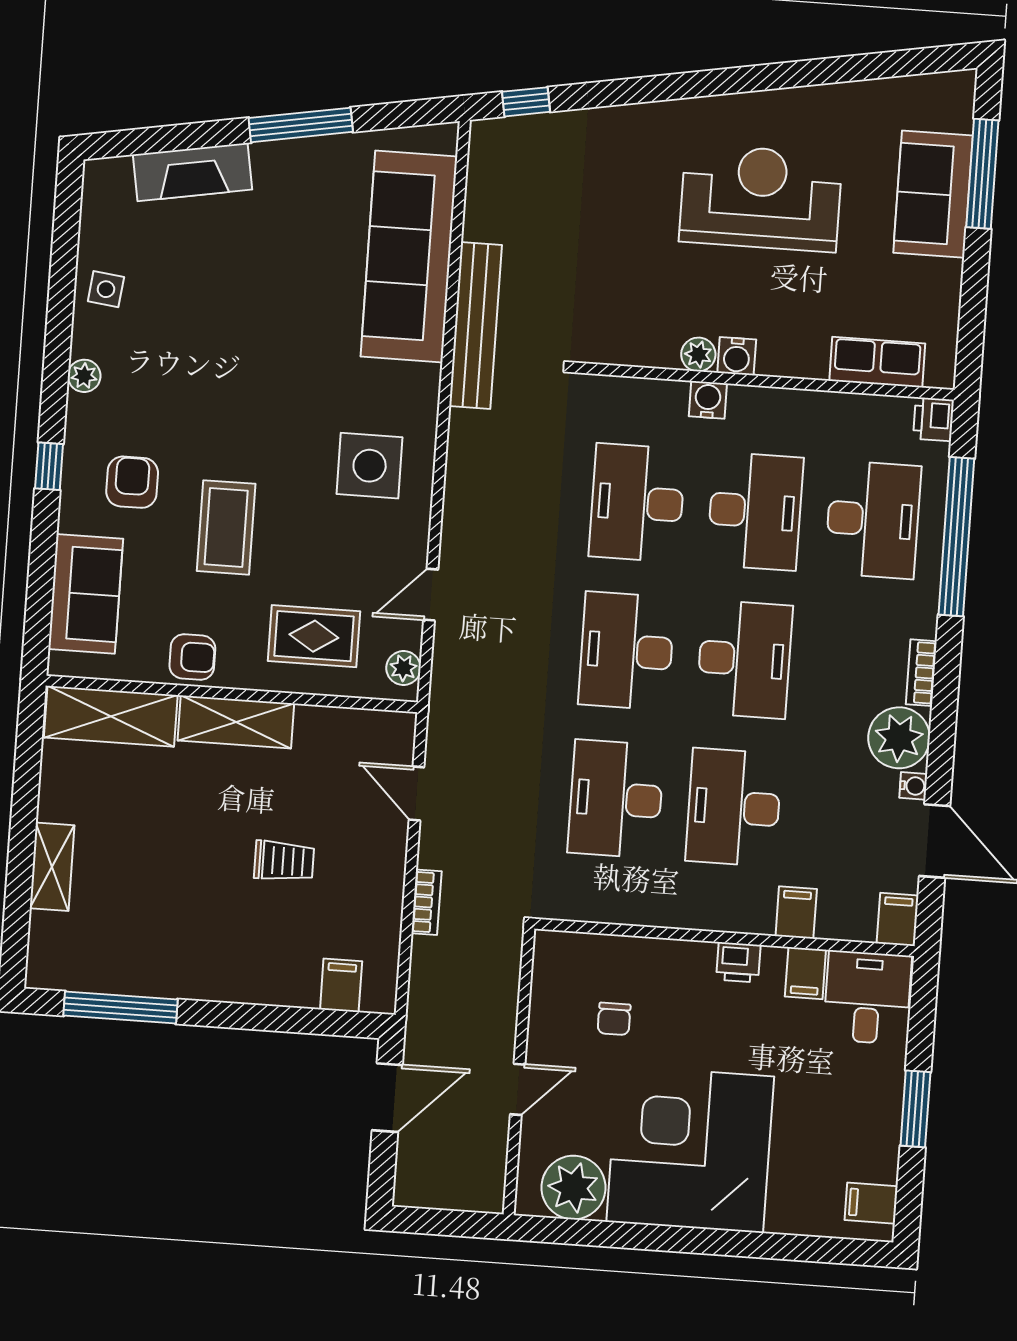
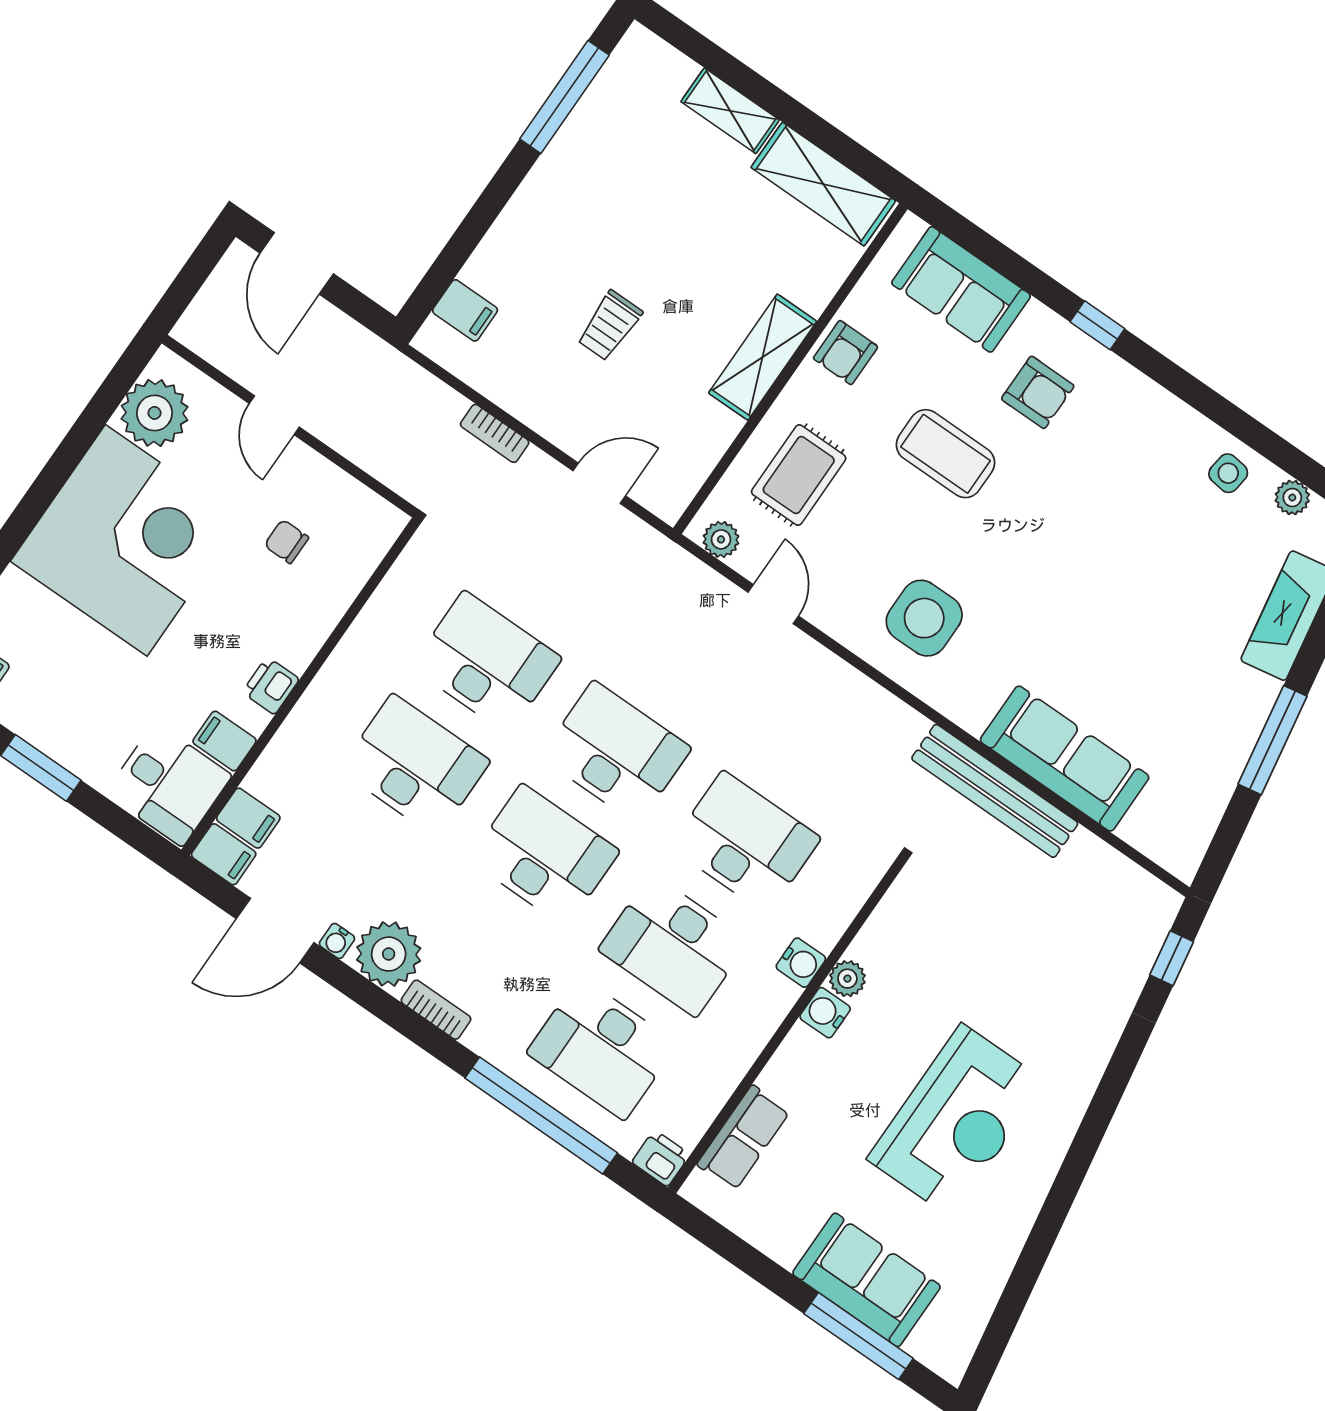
sofa: (409, 257) -> (1065, 759), width x0.74, depth x0.79
plant: (84, 376) -> (1292, 498), moved
desk: (744, 659) -> (544, 855), turned 180
shelving: (111, 716) -> (823, 184), moved, turned 90
filing cabinet: (796, 912) -> (248, 818), moved
door: (387, 1098) -> (297, 263), moved

